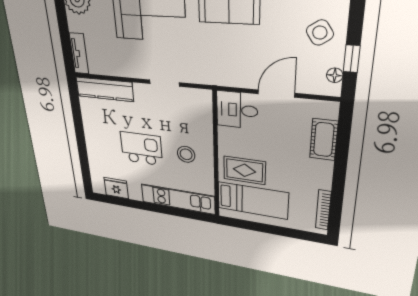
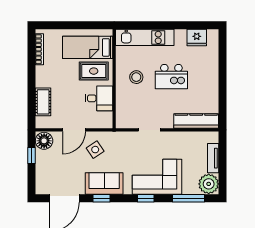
side table: (320, 33) -> (95, 150), moved
tv unit: (79, 53) -> (213, 158), moved
floor lamp: (335, 75) -> (44, 141), width x1.89, depth x1.89
desk: (237, 110) -> (99, 98), moved

